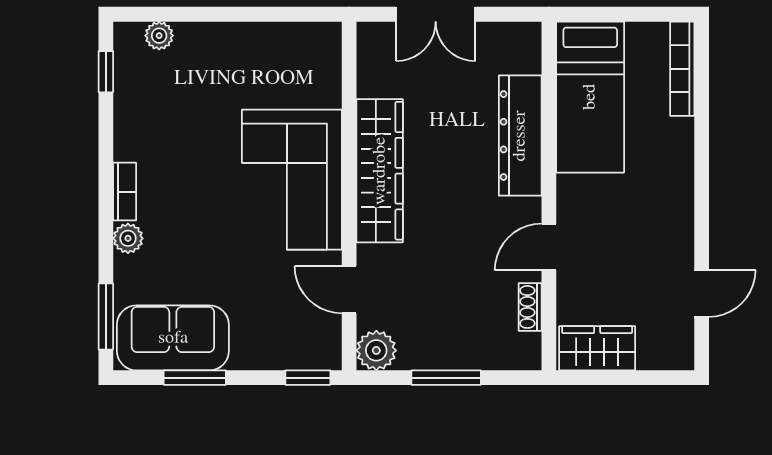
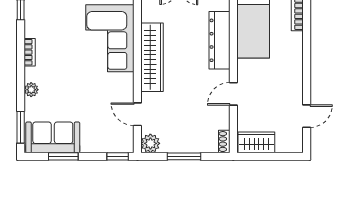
corner sofa: (292, 180) -> (110, 38), moved
bookcase: (125, 192) -> (30, 52), moved
shoe rack: (530, 307) -> (224, 142), moved

